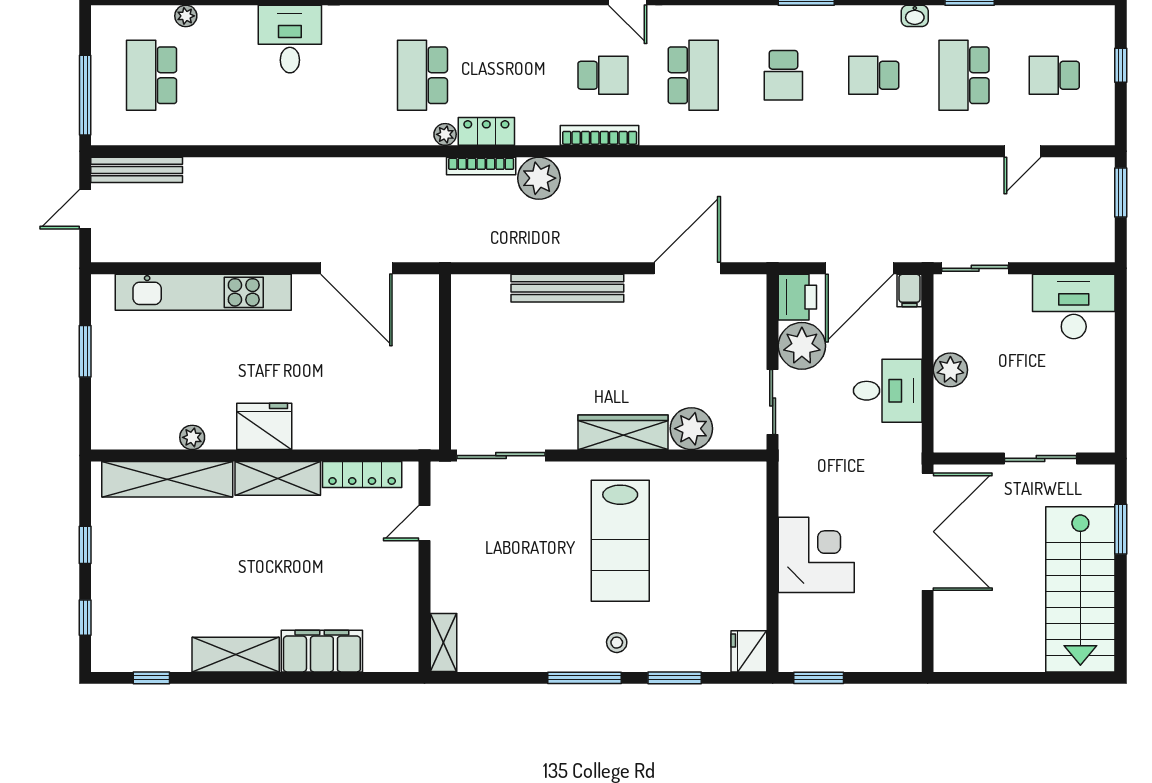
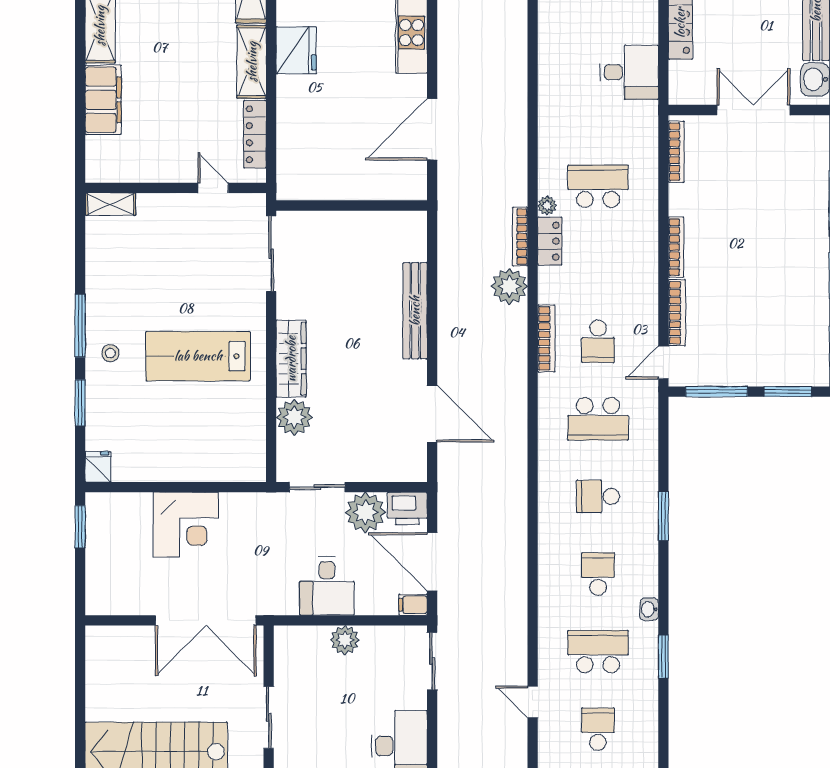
fridge: (749, 651) -> (98, 467), width x0.72

